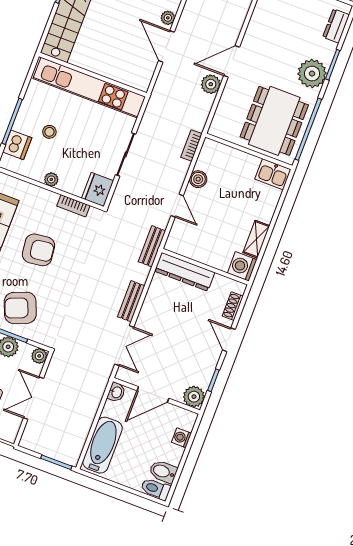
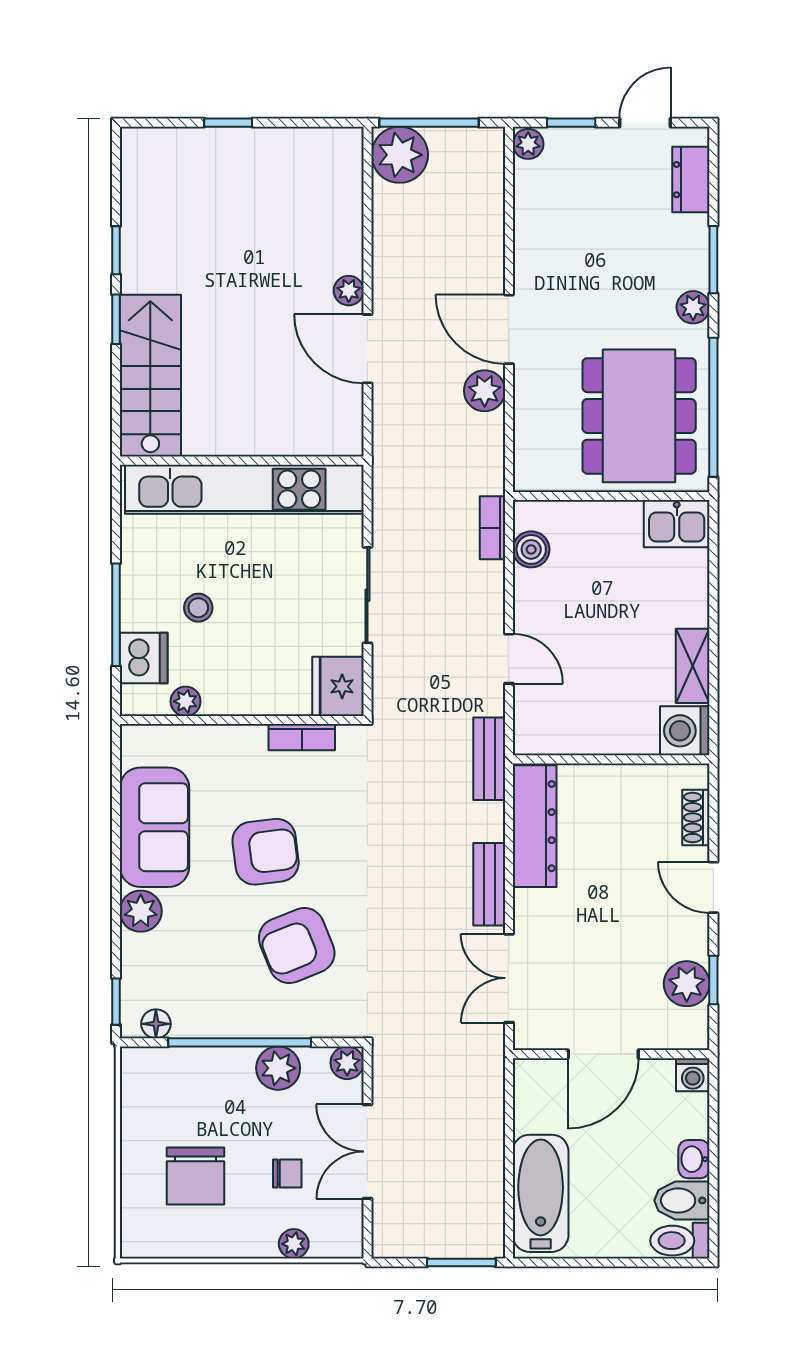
door: (232, 61) -> (509, 329), hinge flipped
plant: (312, 74) -> (693, 307), width x0.53, depth x0.53
plant: (51, 179) -> (186, 701), moved
boiler: (198, 179) -> (531, 549), moved
dresser: (185, 272) -> (535, 826), moved, turned -90
armchair: (20, 308) -> (297, 946), moved
double door: (124, 346) -> (509, 978), swing flipped
washbasin: (116, 392) -> (694, 1159), moved, turned 180
plant: (194, 397) -> (687, 984), moved
washing machine: (181, 438) -> (693, 1075), moved, turned -90

